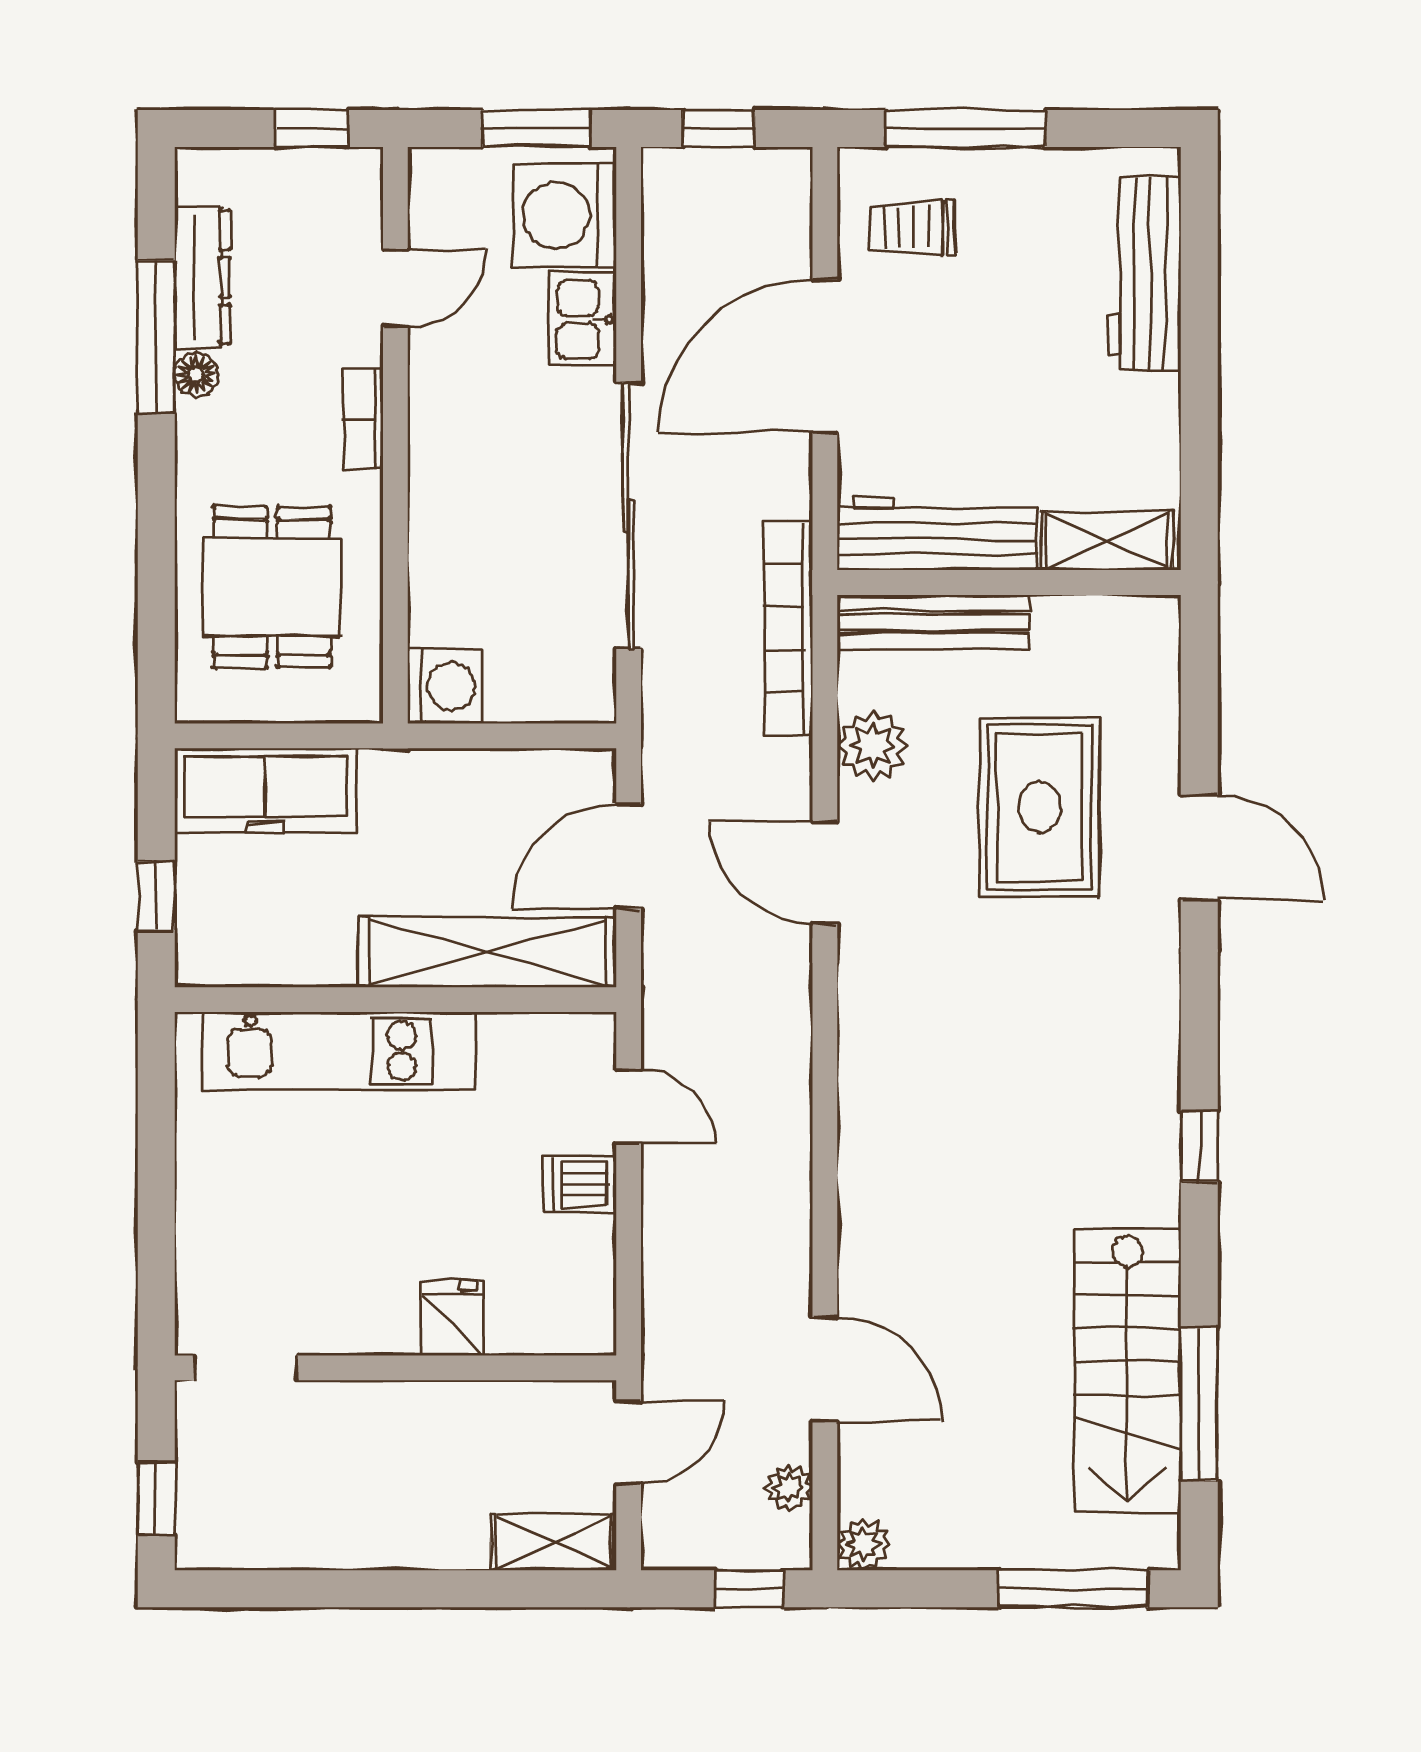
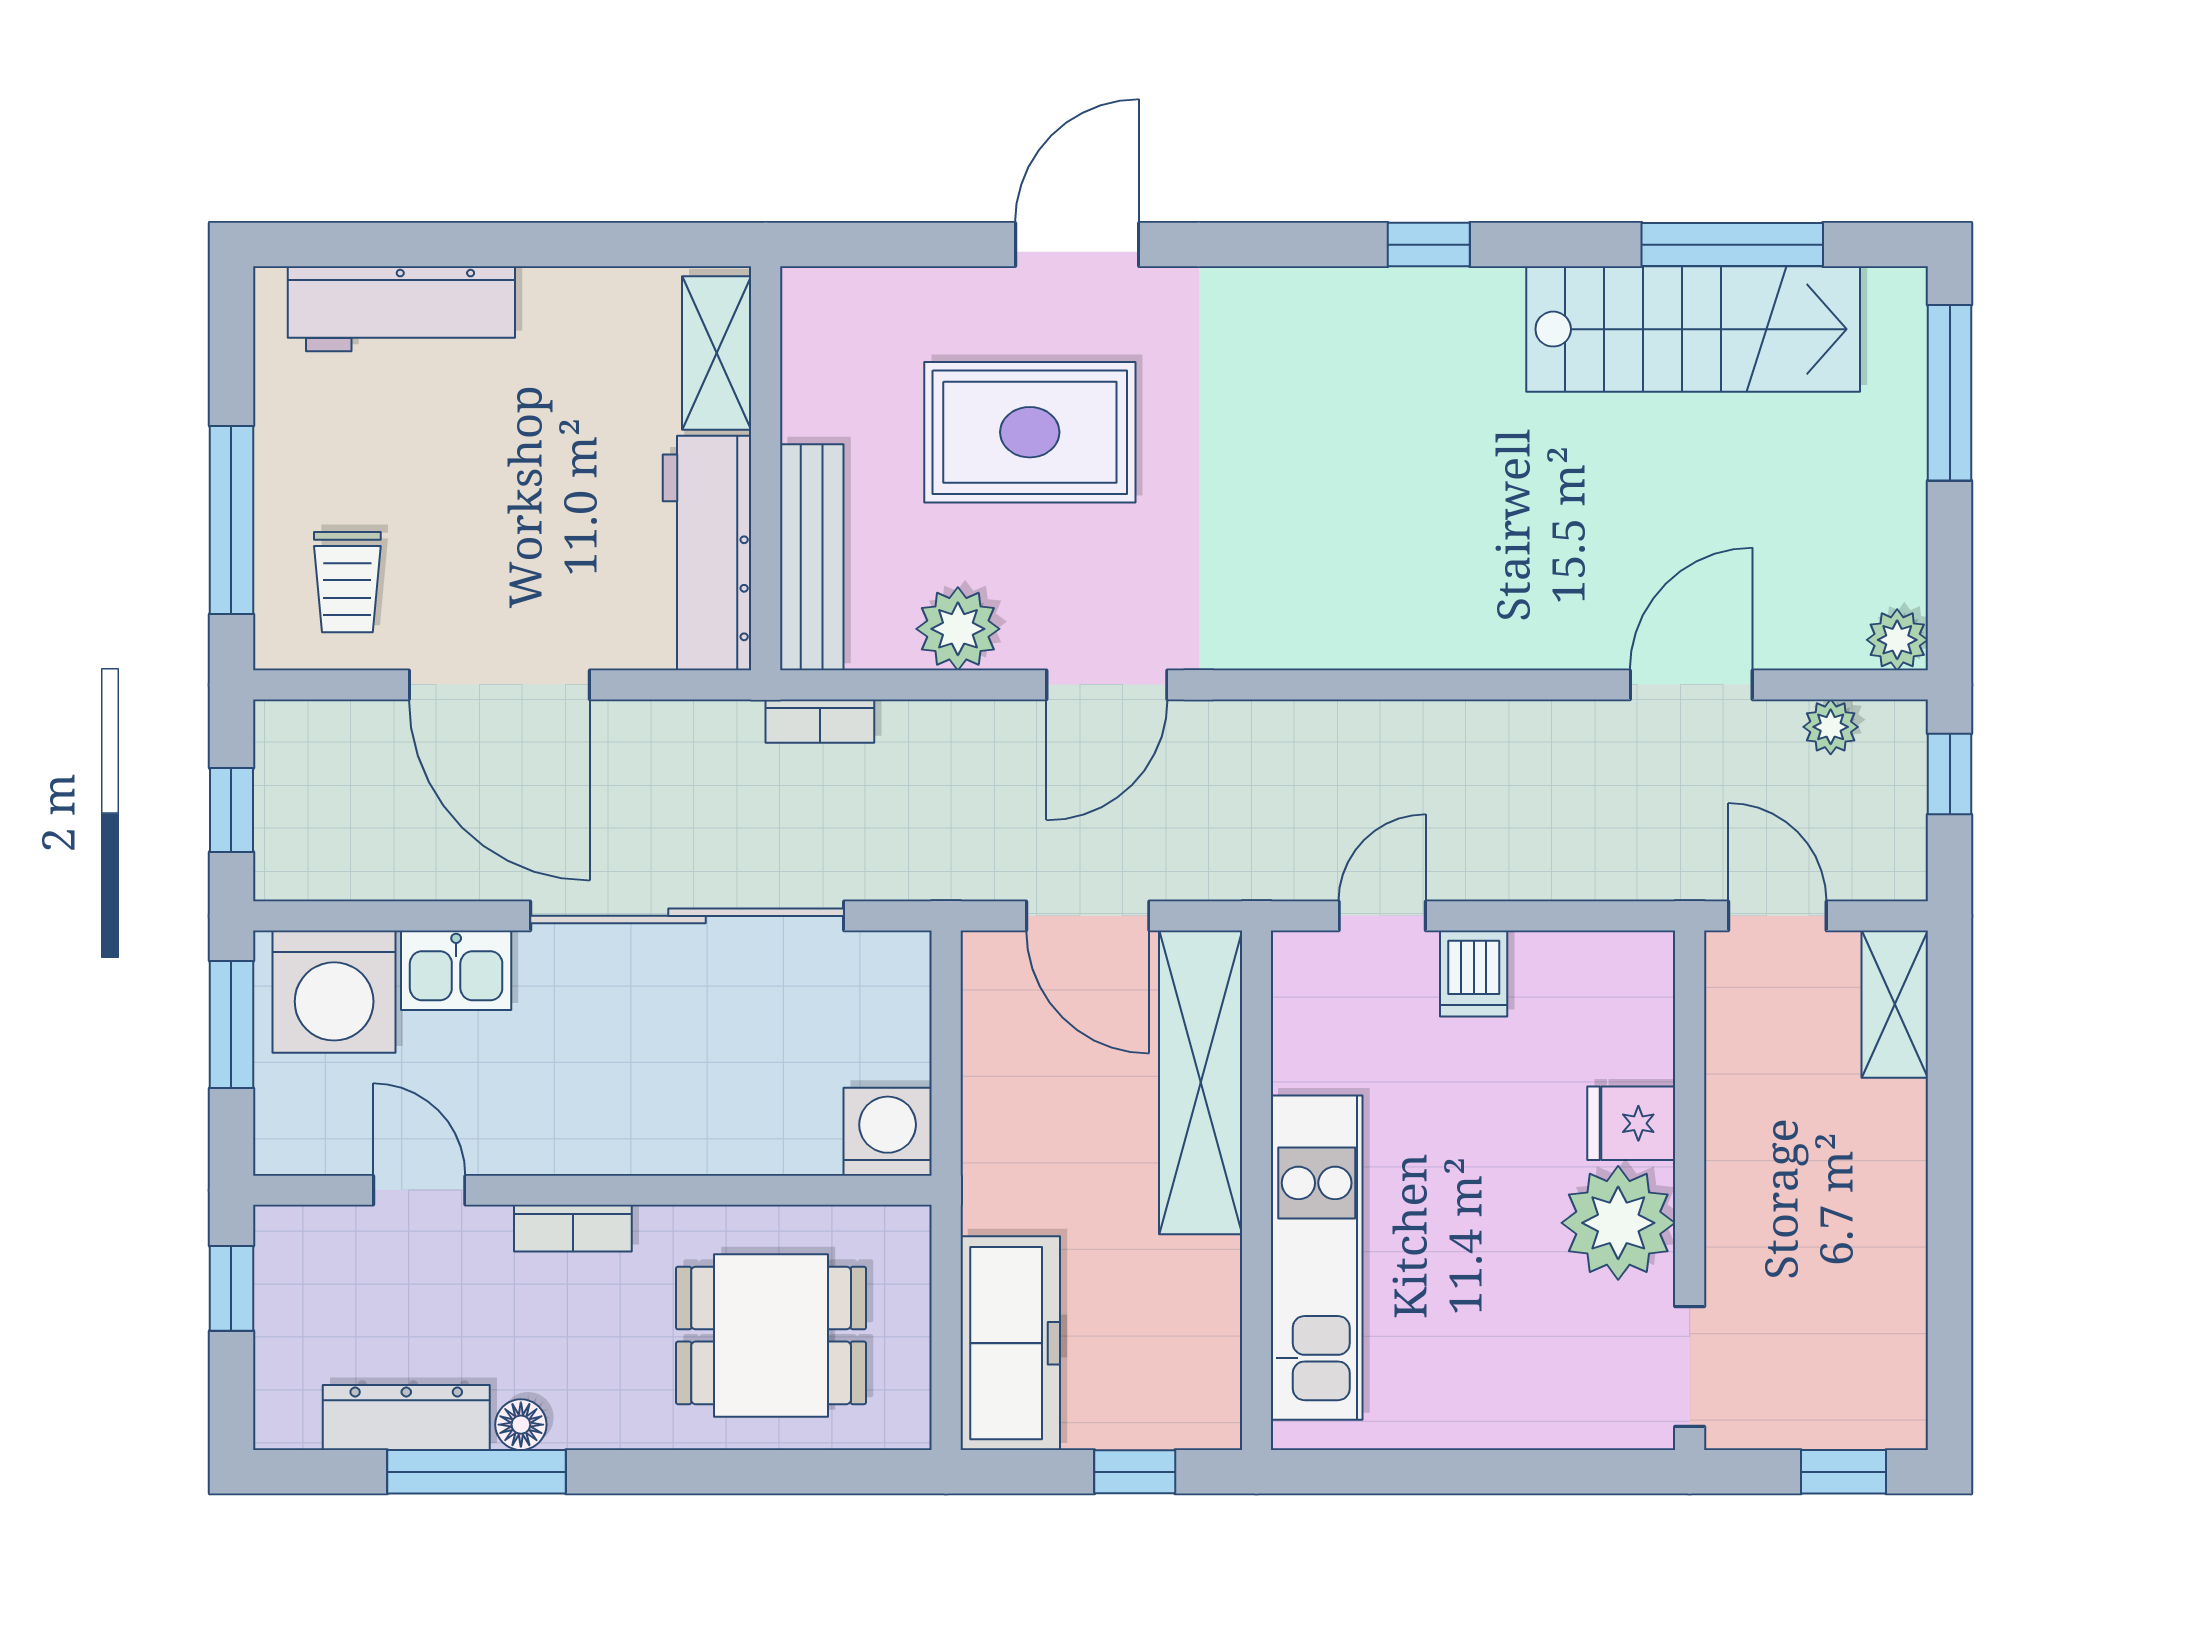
bookcase: (788, 629) -> (820, 721), width x0.43, depth x0.76
plant: (368, 1307) -> (1618, 1223), added

